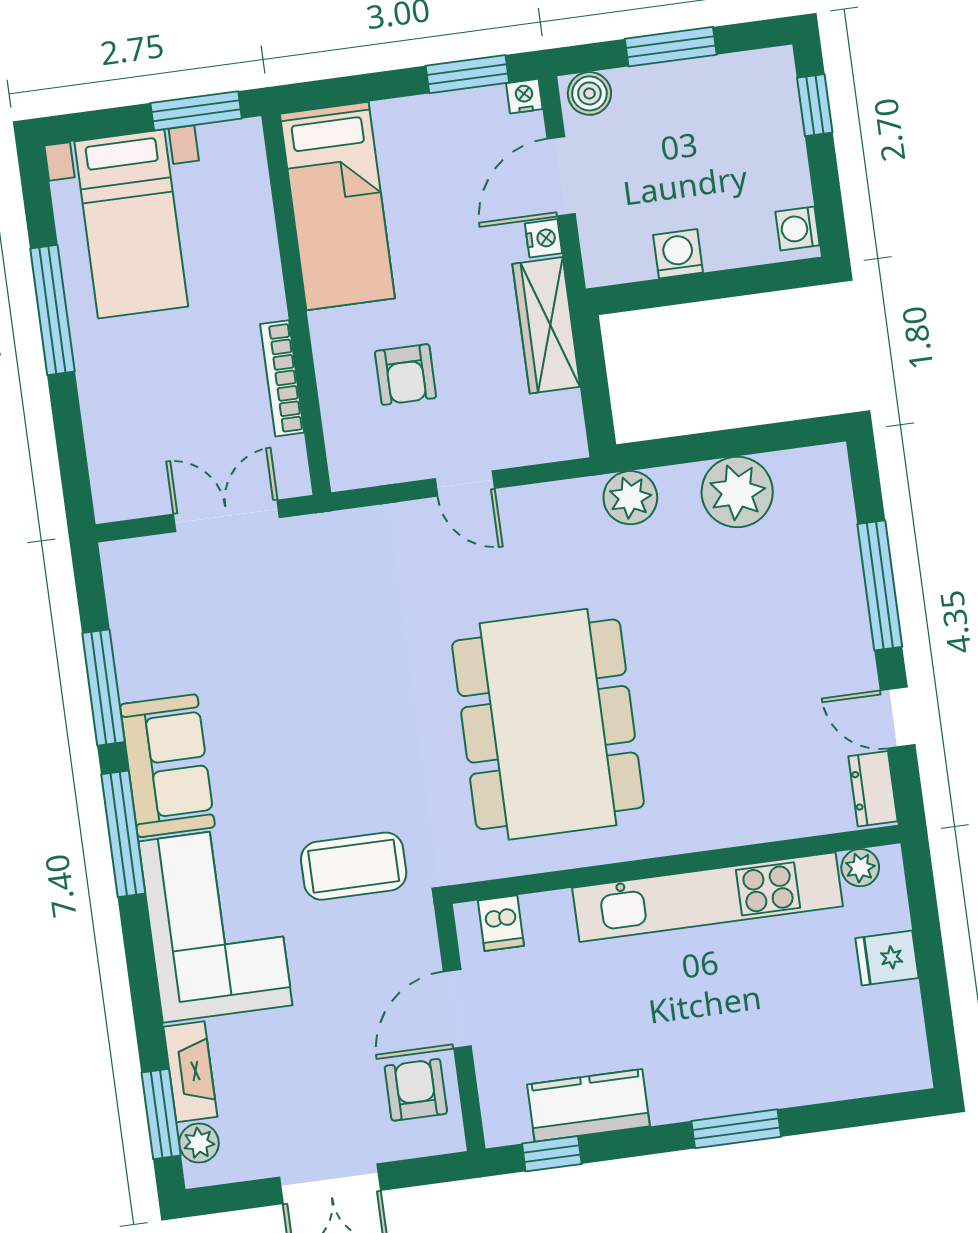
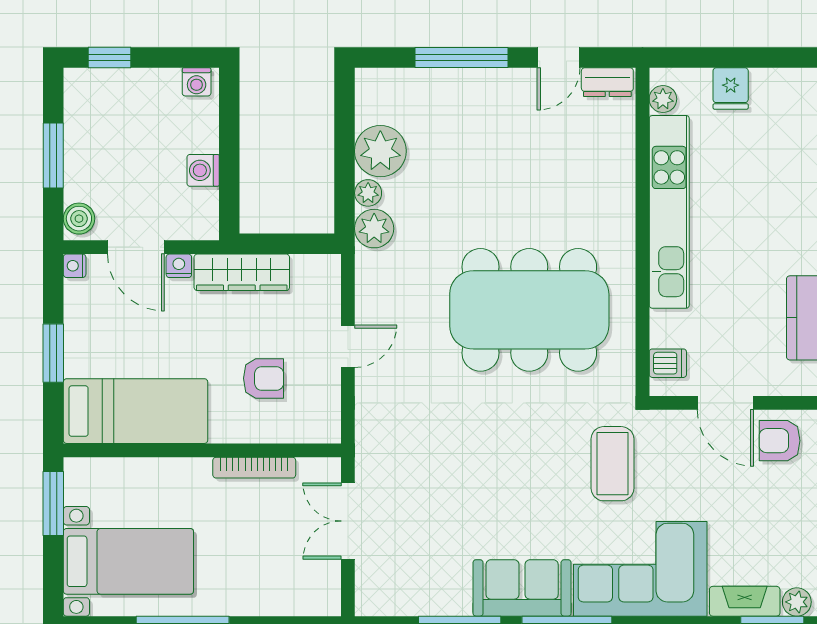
window: (467, 74) -> (53, 353), moved
plant: (678, 483) -> (368, 193), added

